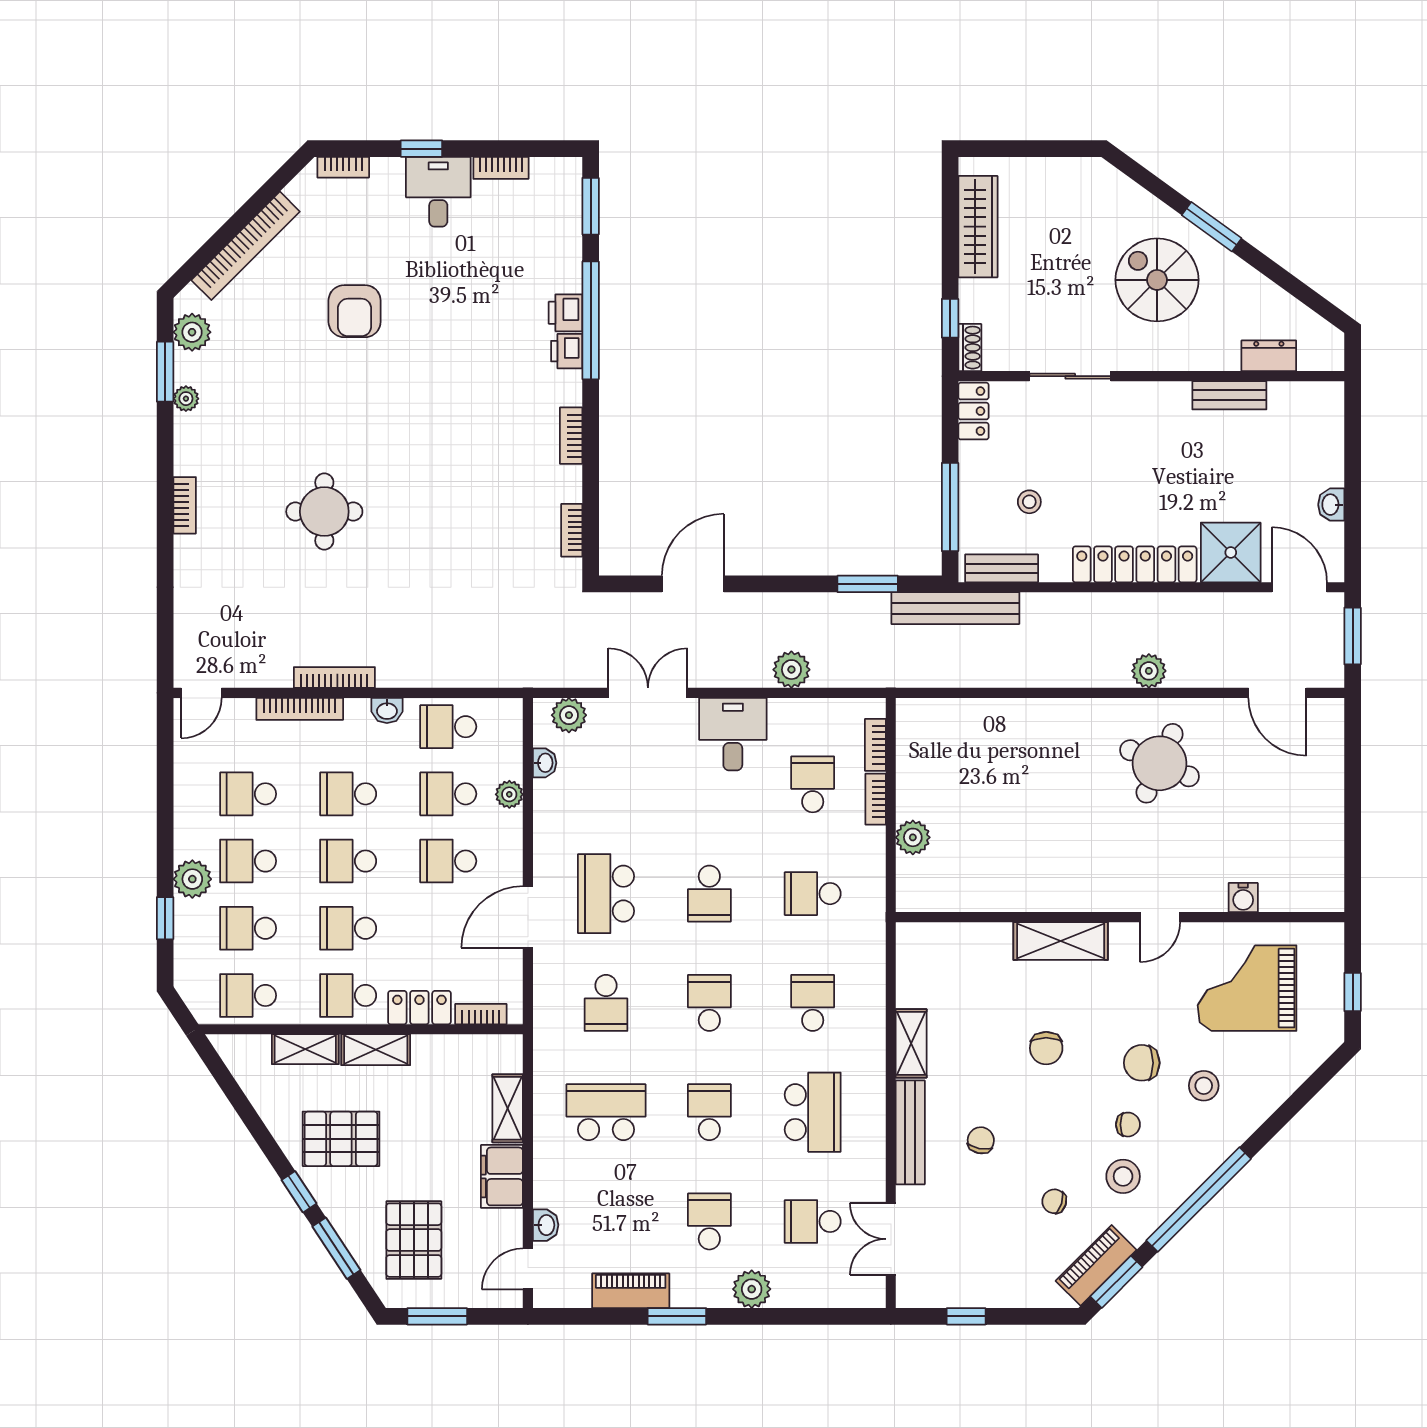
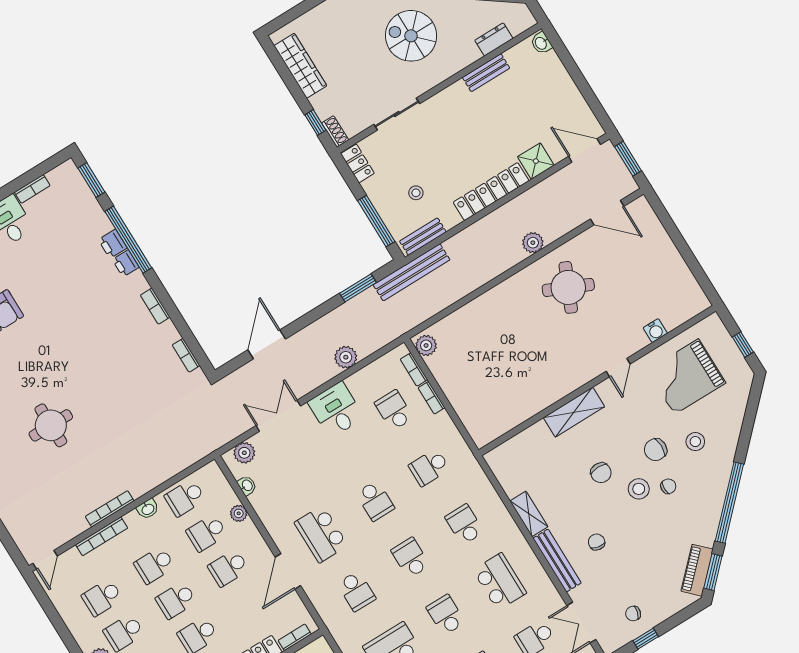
washbasin: (1331, 505) -> (541, 43), moved
shower: (1231, 552) -> (536, 161), width x0.73, depth x0.73
plant: (913, 837) -> (426, 345), moved
stool: (1123, 1176) -> (639, 489), moved
chair: (1054, 1201) -> (633, 613), moved

